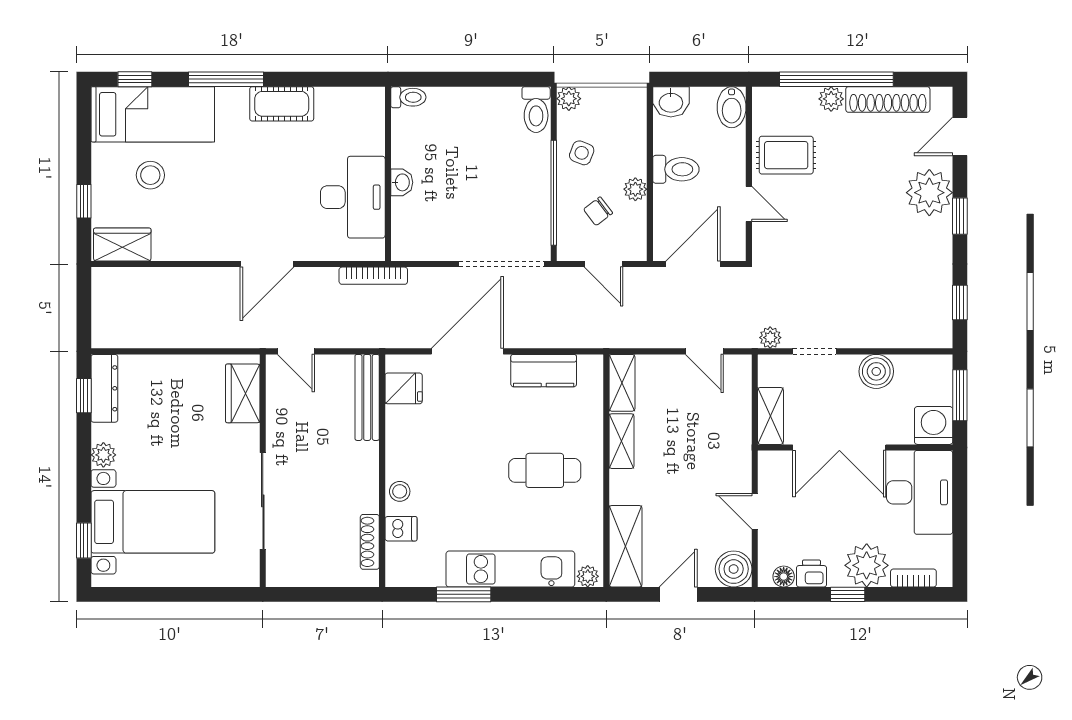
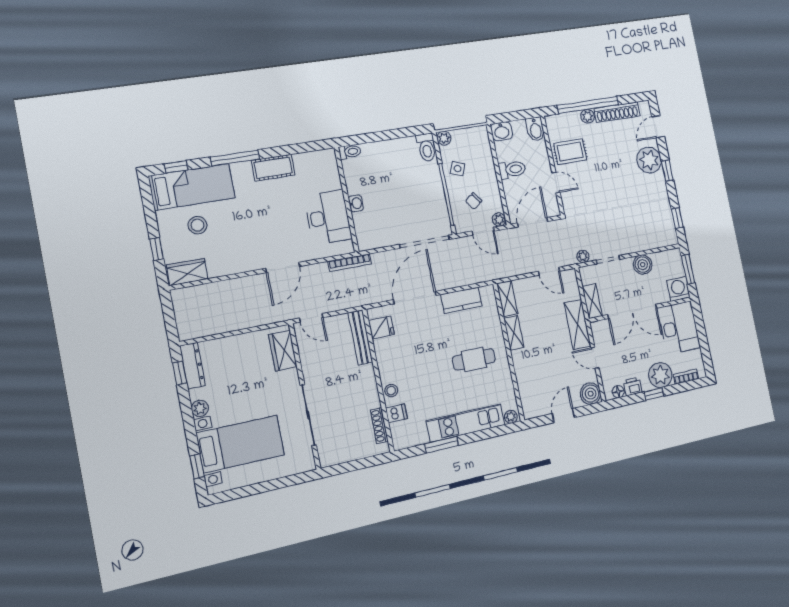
plant: (635, 189) -> (499, 220), moved
shelving: (625, 546) -> (577, 325), moved

